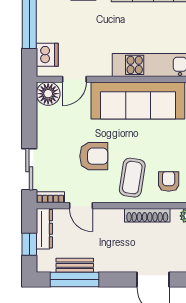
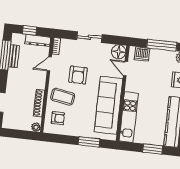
sliding door: (29, 169) -> (90, 37), moved

